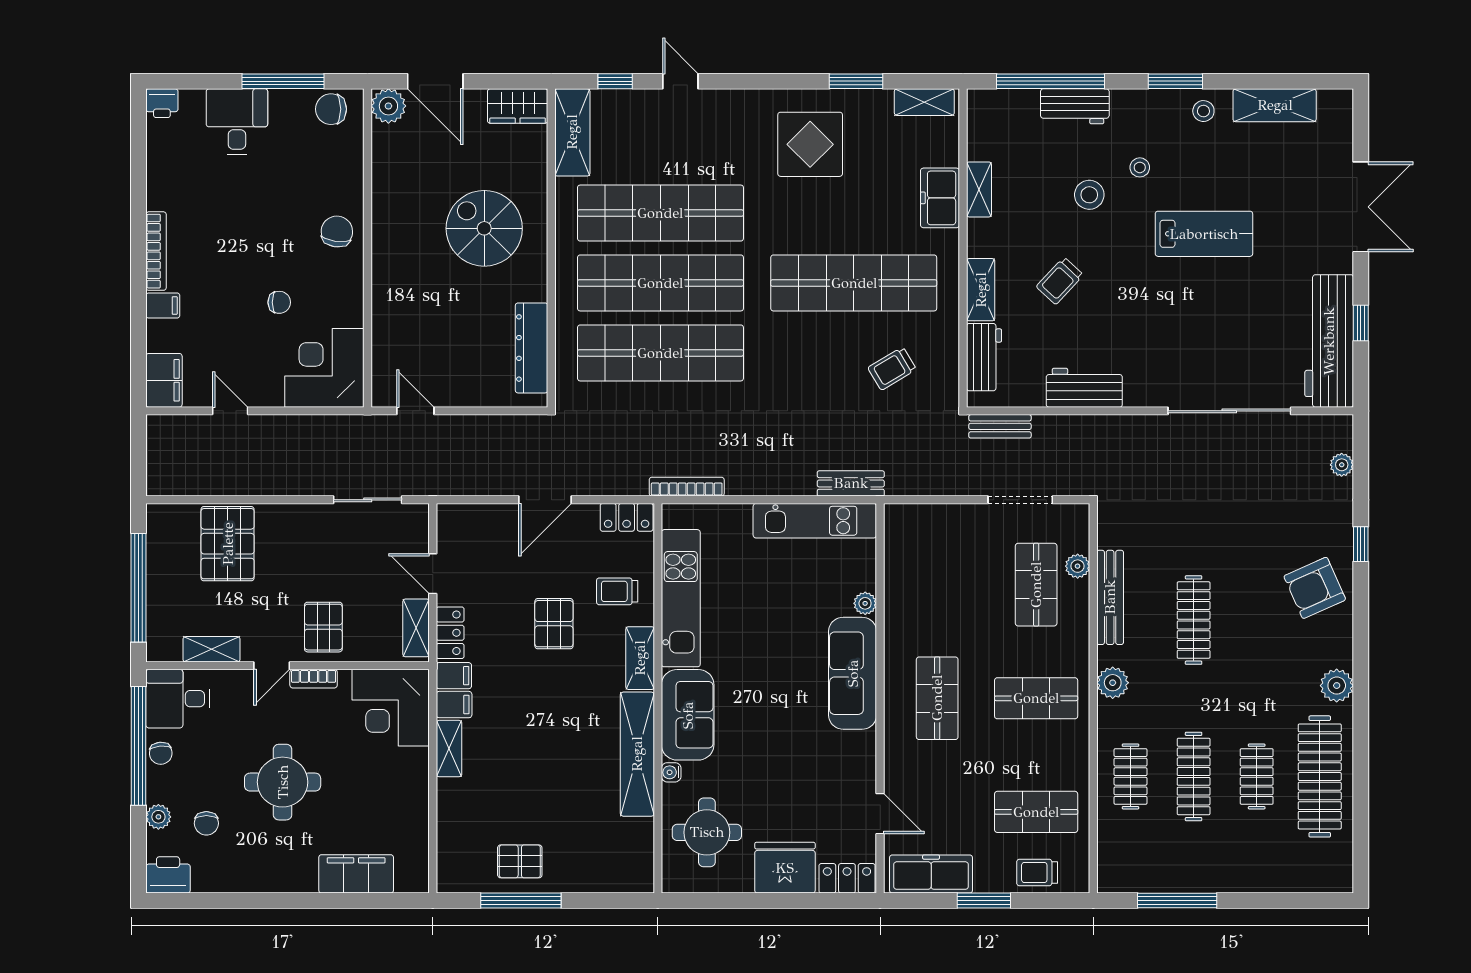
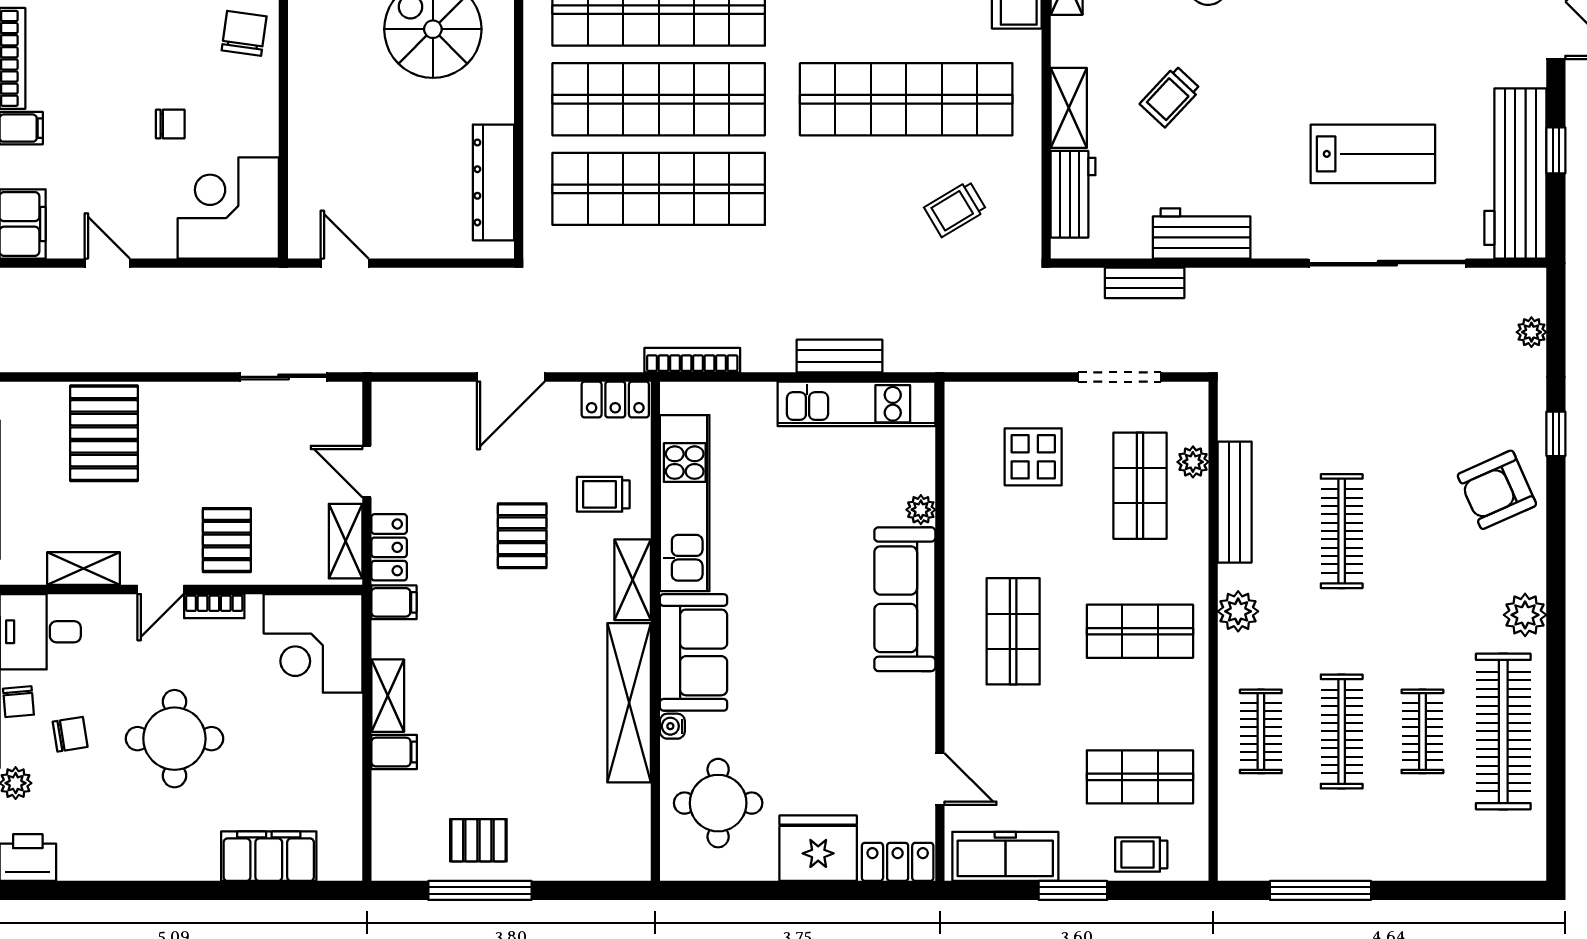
lab bench: (1204, 234) -> (1373, 154), moved
bench: (1000, 426) -> (1145, 283), moved
bench: (851, 483) -> (839, 356), moved
display table: (953, 562) -> (1033, 457), added
filing cabinet: (454, 705) -> (394, 752), moved
chair: (206, 823) -> (70, 734), moved, turned -99

